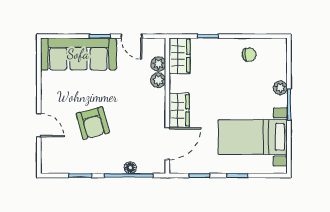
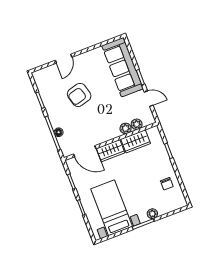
door: (131, 36) -> (149, 99), swing flipped
wardrobe: (180, 56) -> (136, 141), moved

